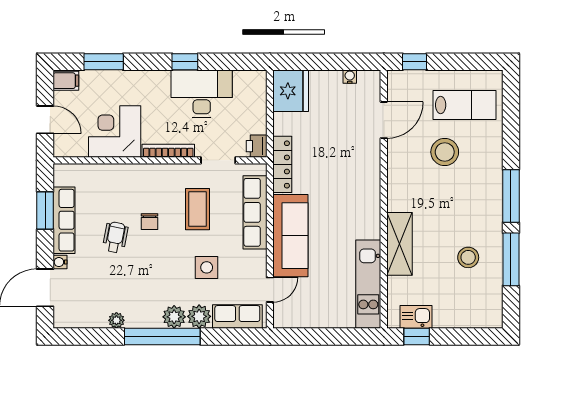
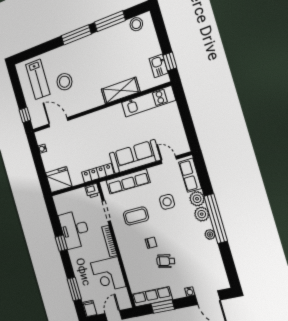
lab bench: (464, 105) -> (38, 79), turned 180
row of seats: (64, 220) -> (152, 297), moved
stool: (468, 257) -> (136, 24), moved
plant: (116, 320) -> (210, 234), moved

